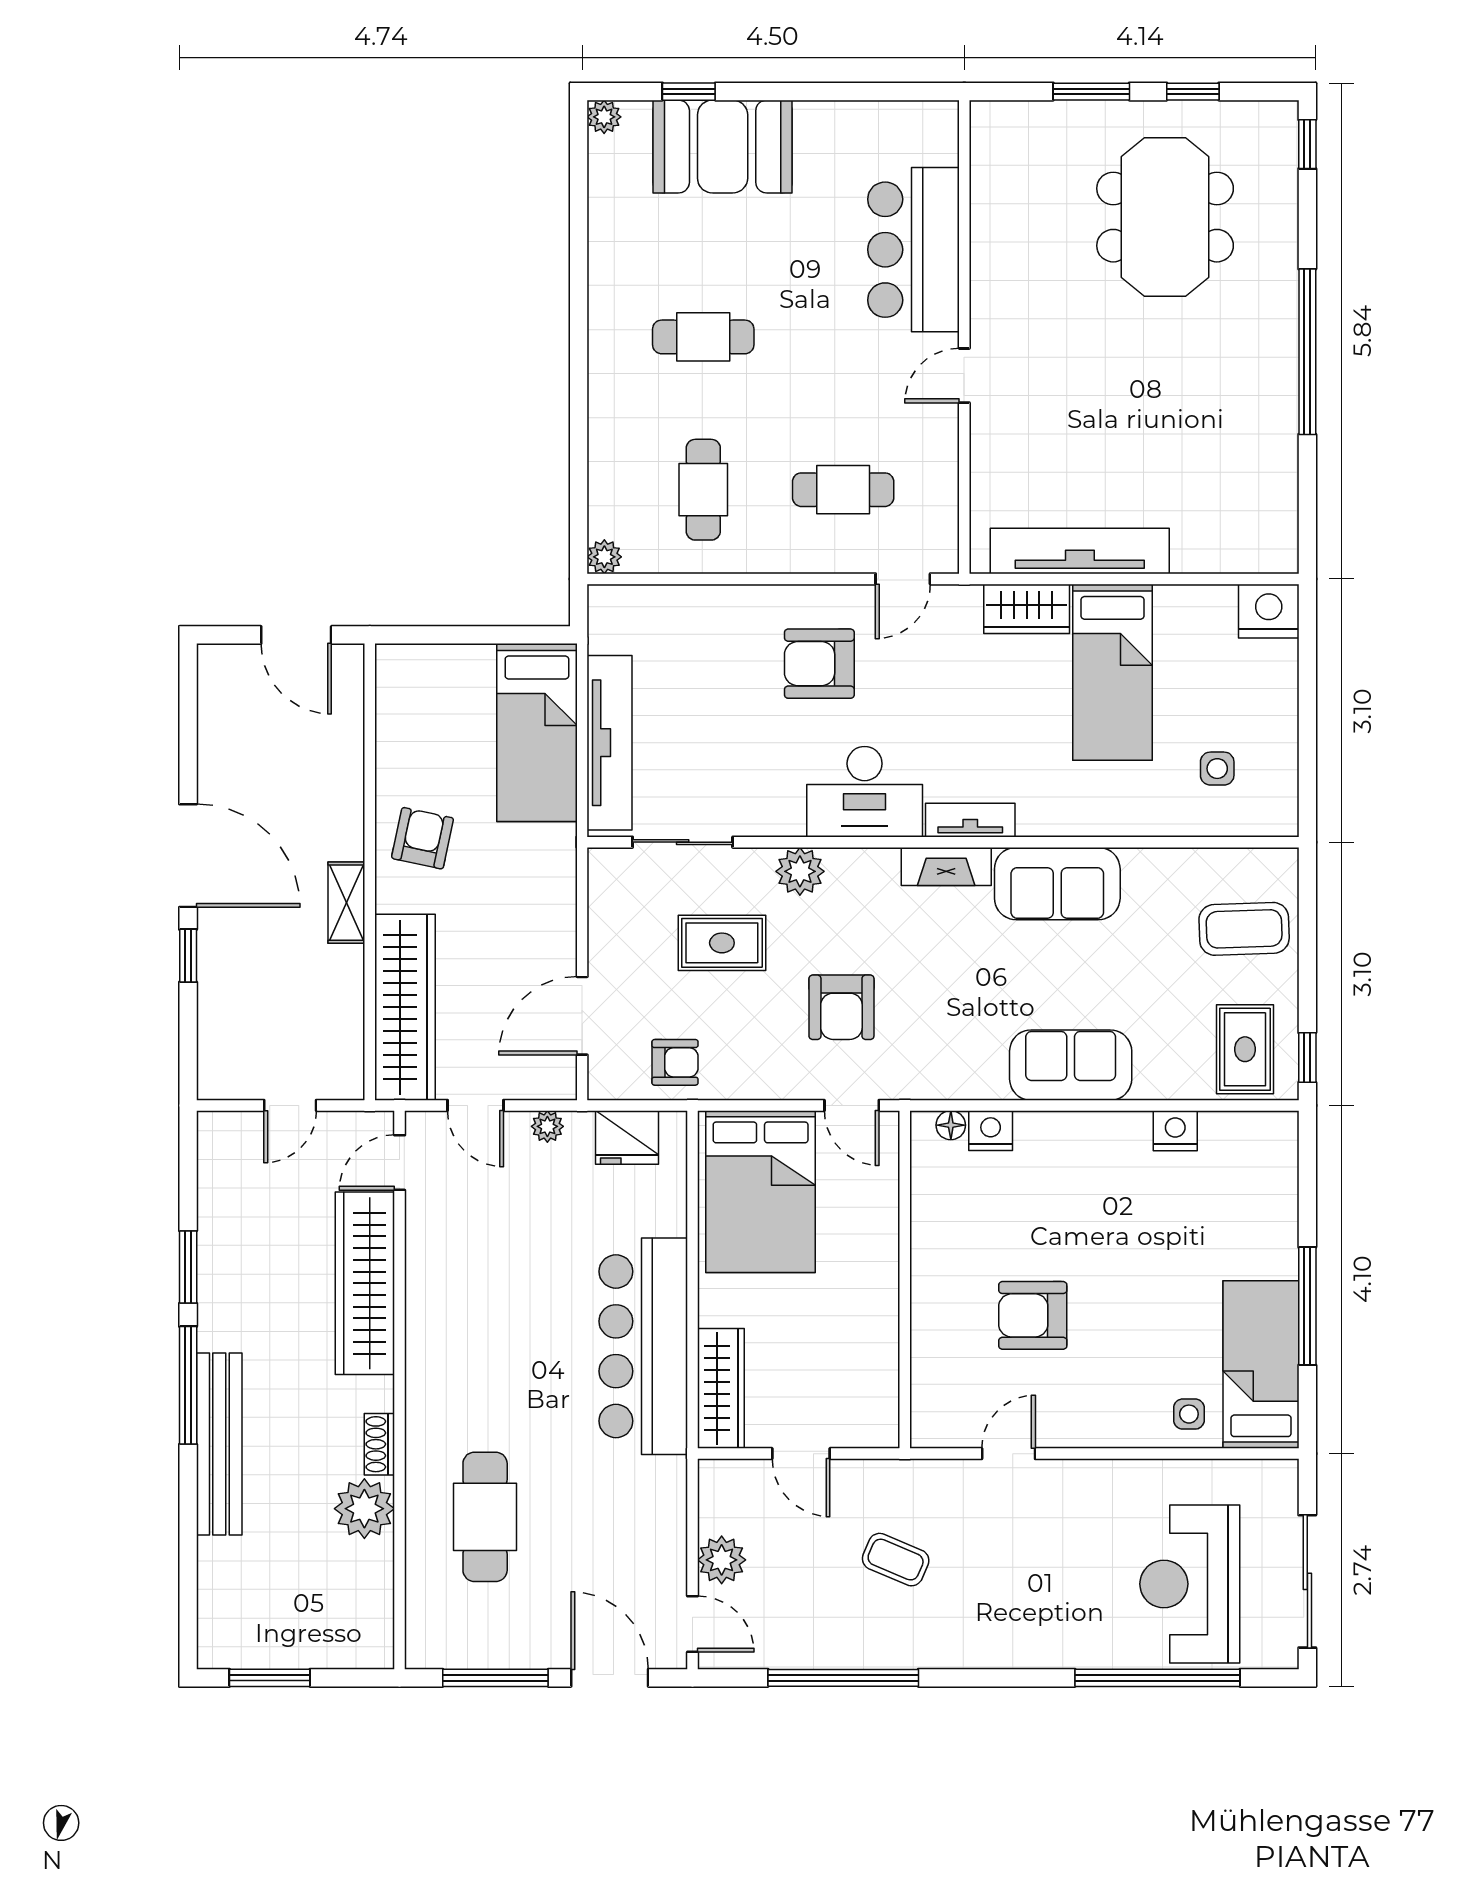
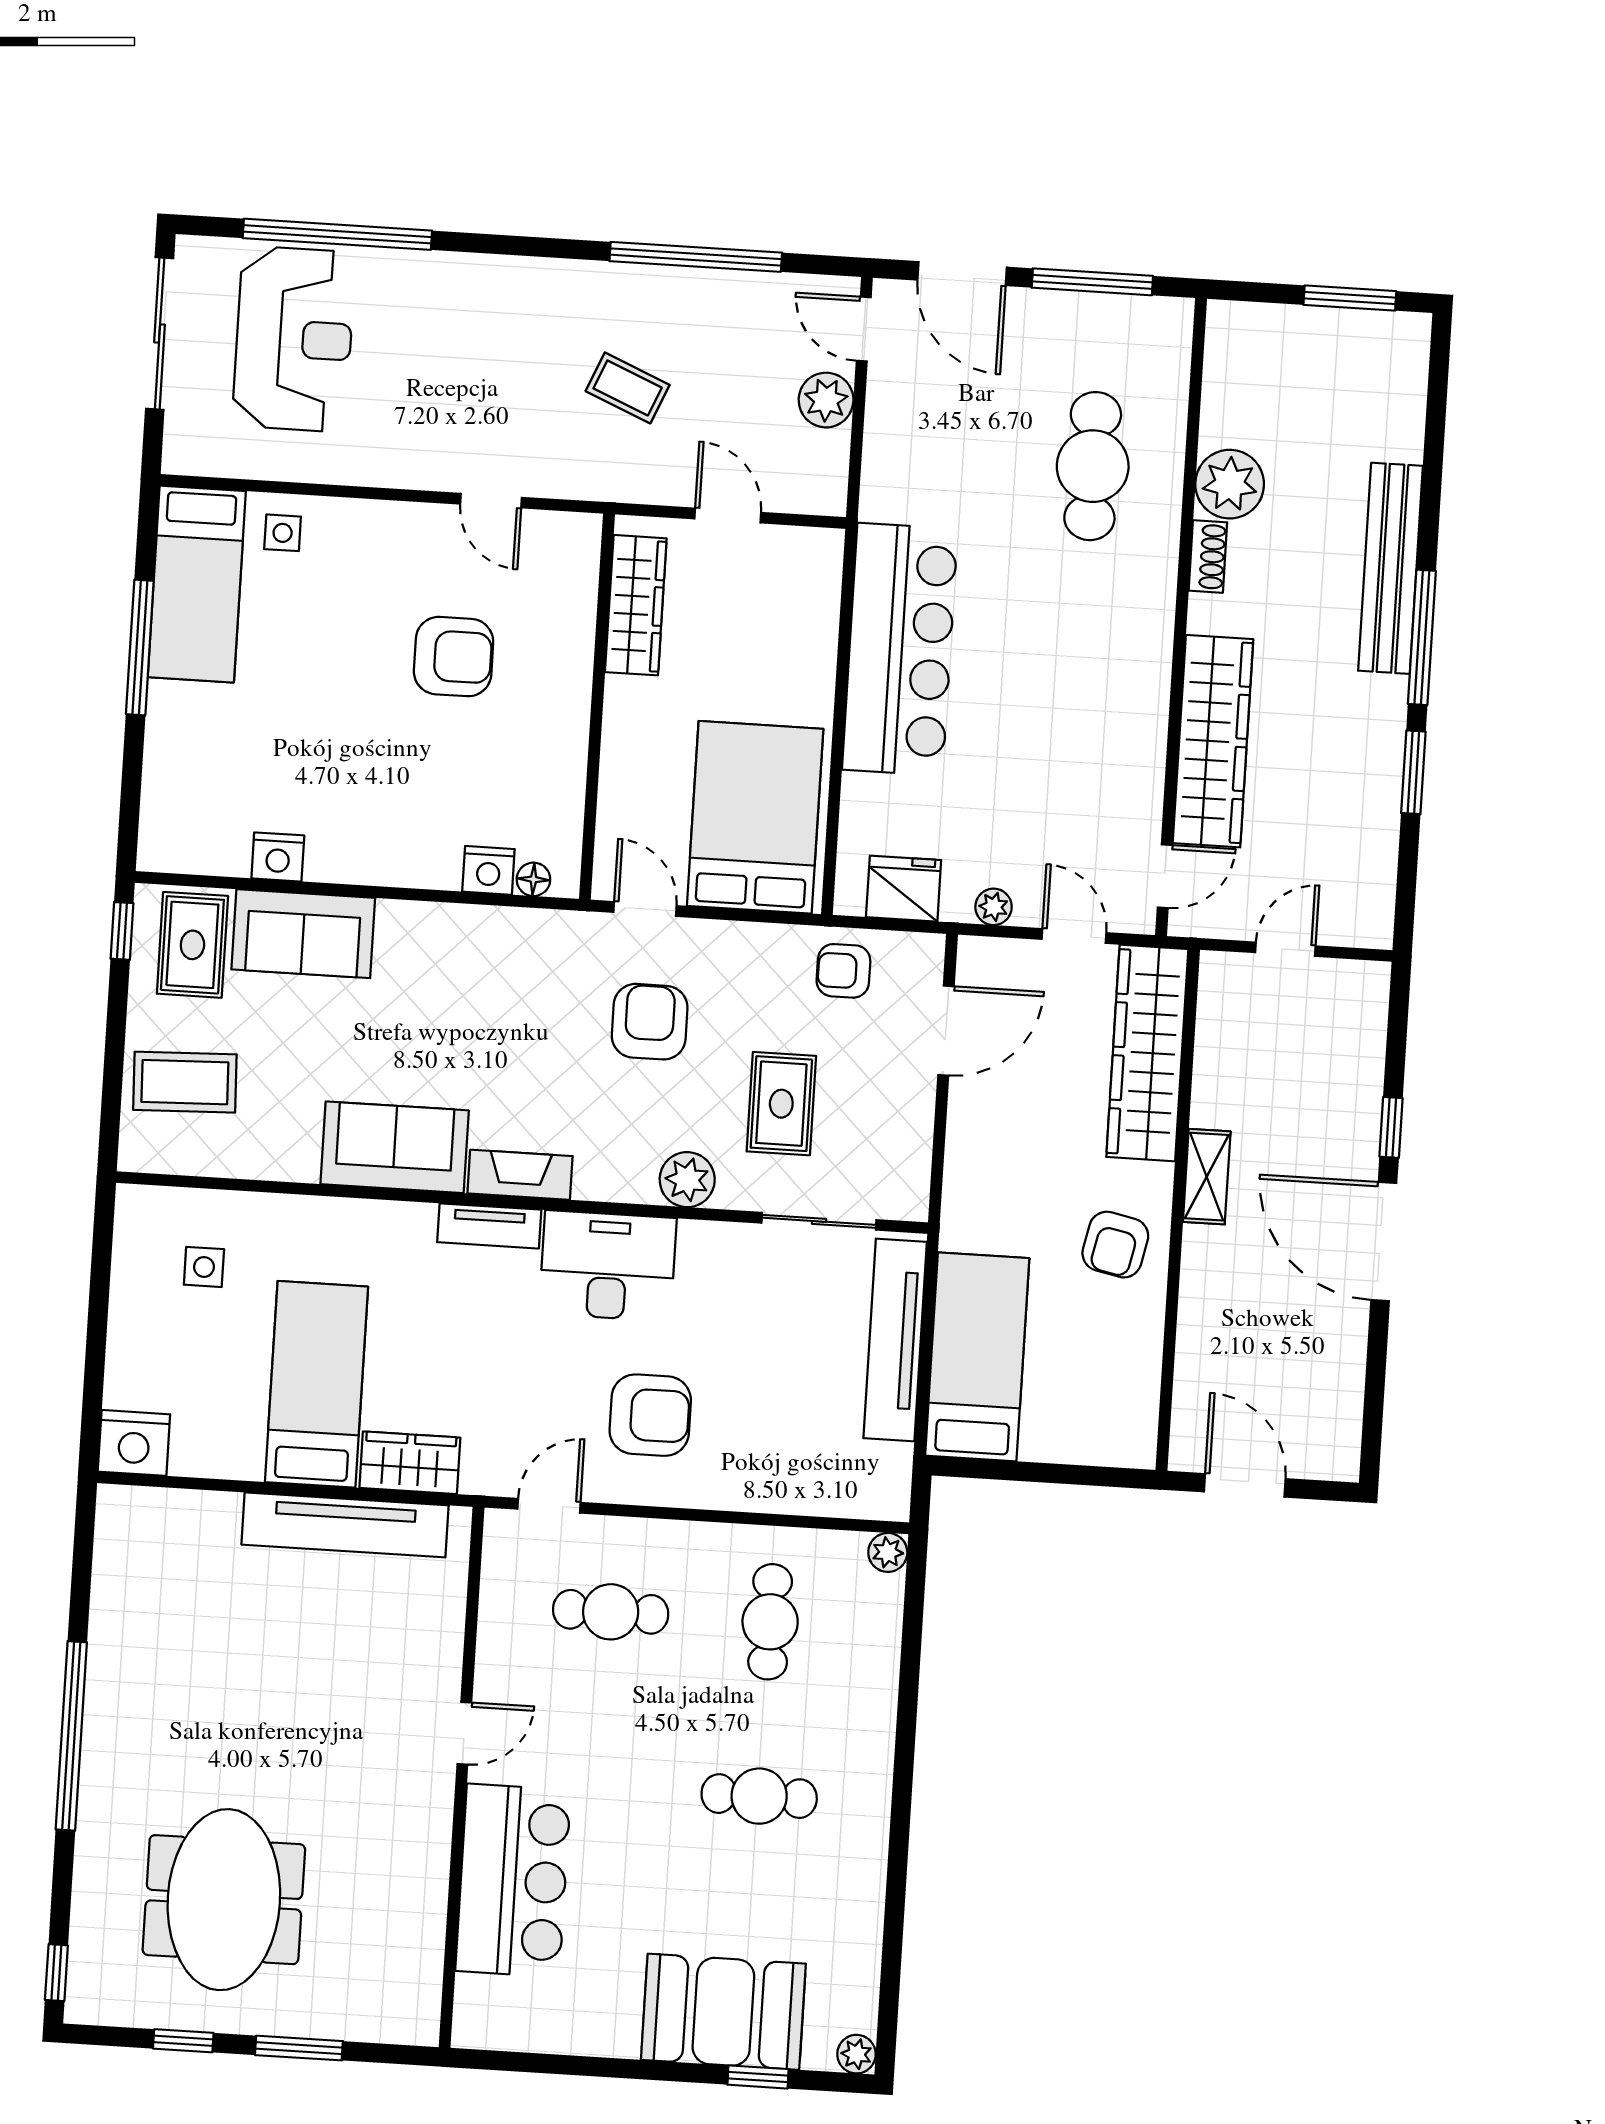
rug: (722, 943) -> (781, 1104), turned 90
sofa: (1071, 1065) -> (303, 934), moved
wardrobe: (721, 1388) -> (636, 605), moved, turned 180
door: (1009, 1454) -> (491, 501), hinge flipped

